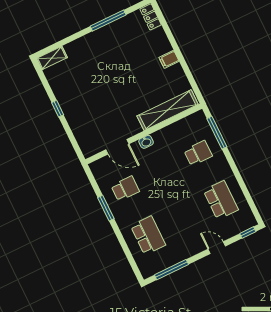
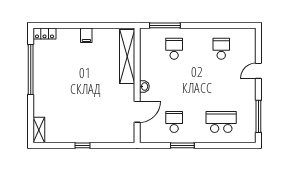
window: (108, 21) -> (31, 69), width x1.46
school desk: (221, 200) -> (221, 49), width x0.54
window: (248, 233) -> (258, 40), removed

